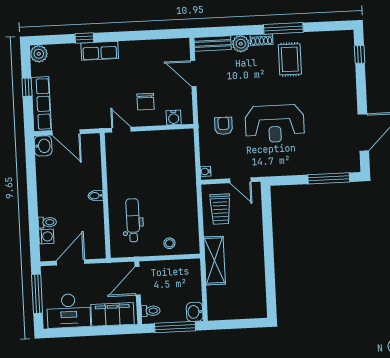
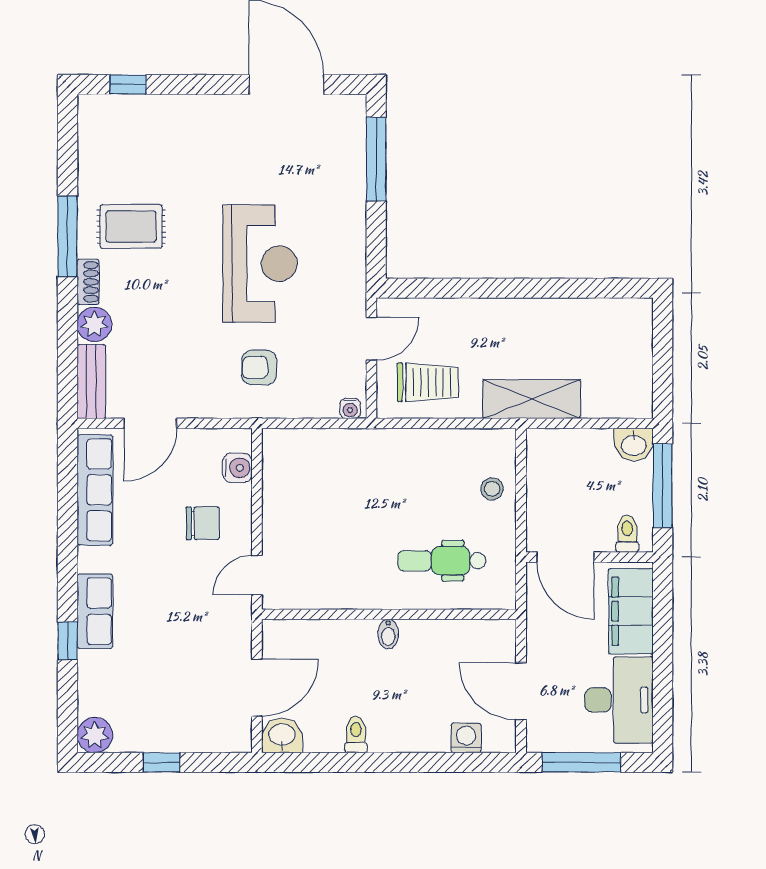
row of seats: (41, 104) -> (95, 490), moved, turned 90
toilet: (47, 222) -> (356, 735), moved

